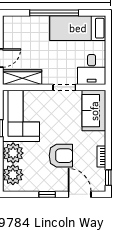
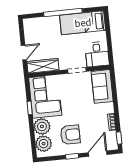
armchair: (61, 156) -> (70, 135), moved
door: (80, 194) -> (98, 154), hinge flipped

